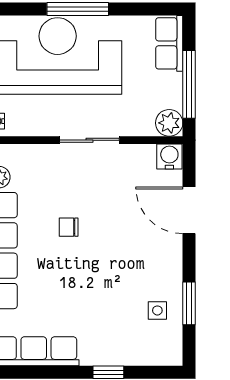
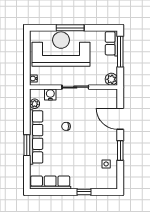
window: (189, 84) -> (120, 52), moved
water cooler: (169, 157) -> (50, 94), moved
window: (189, 303) -> (120, 150), moved

